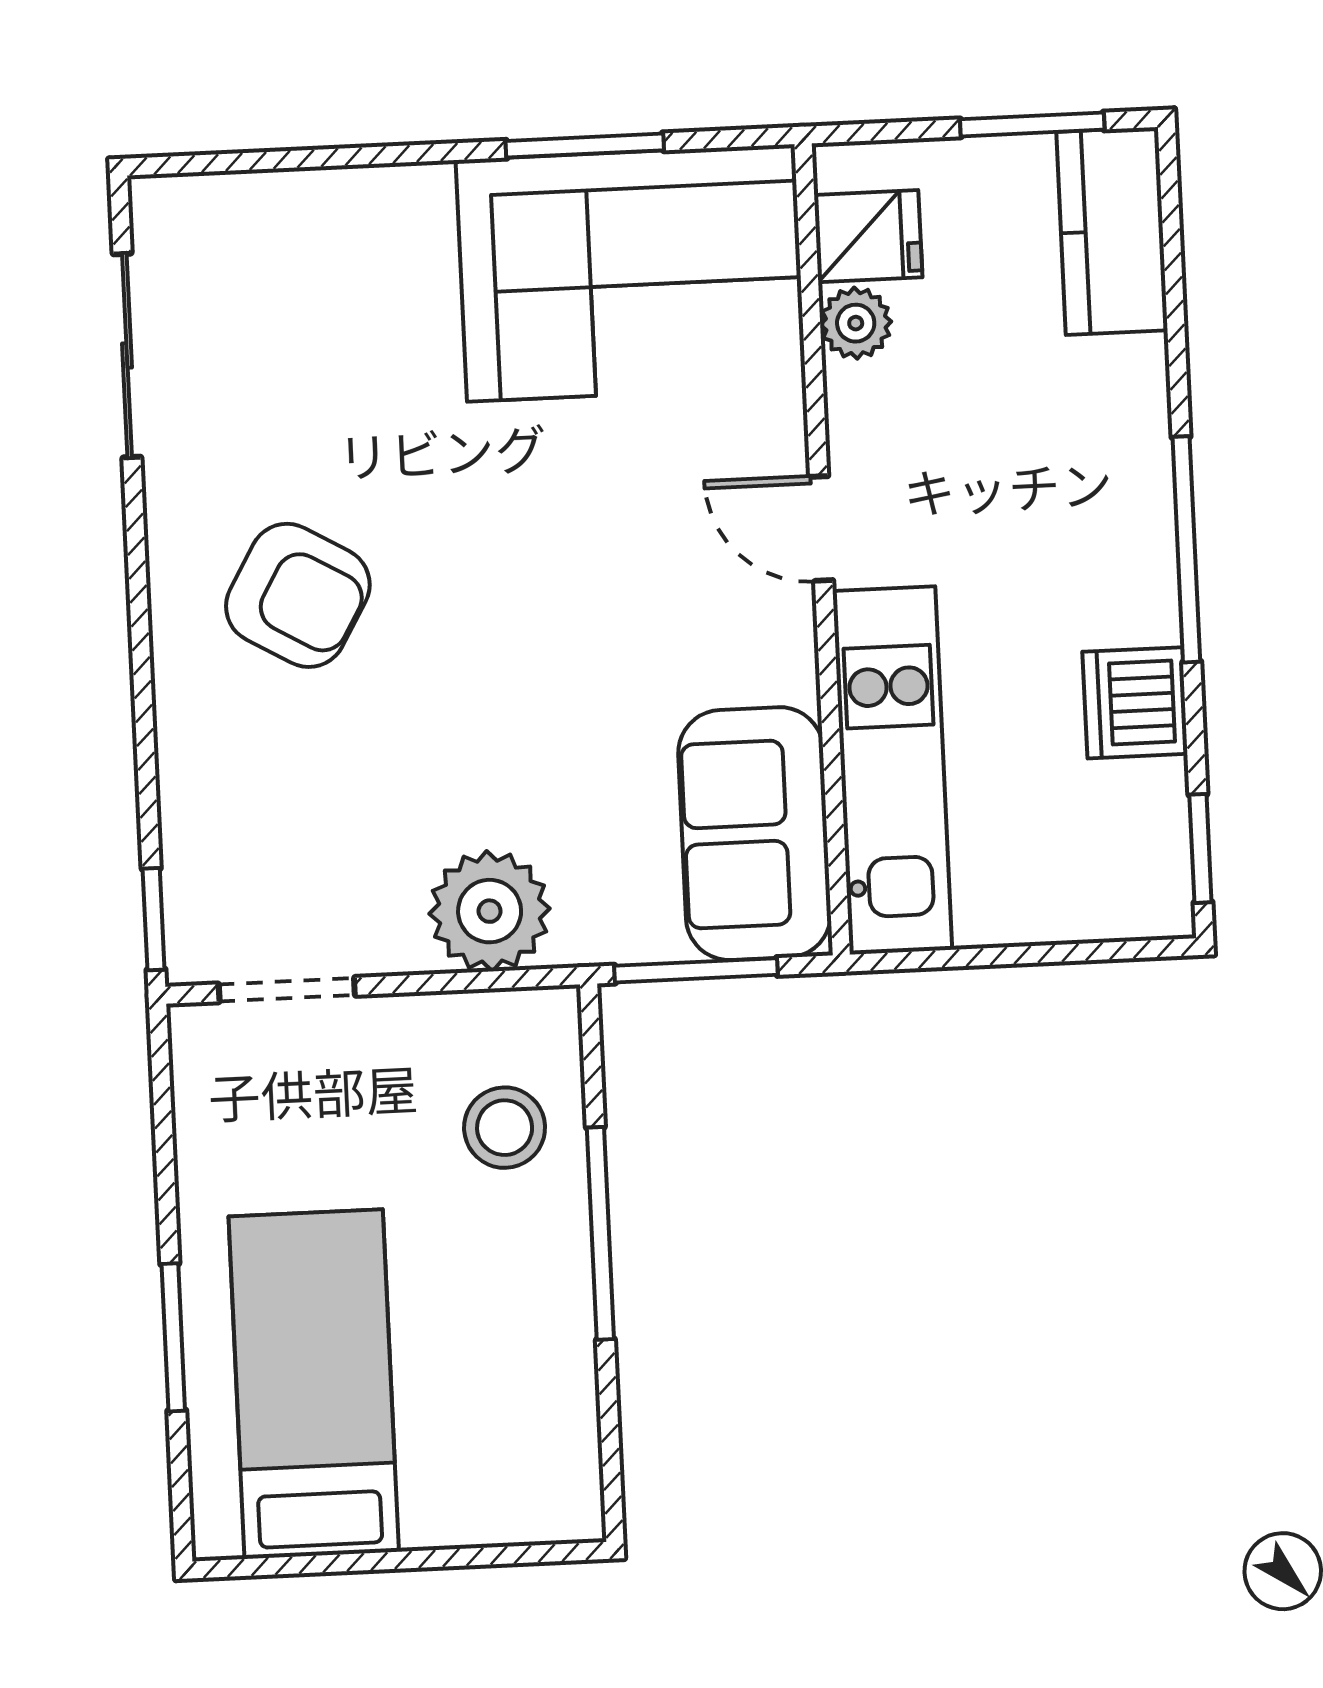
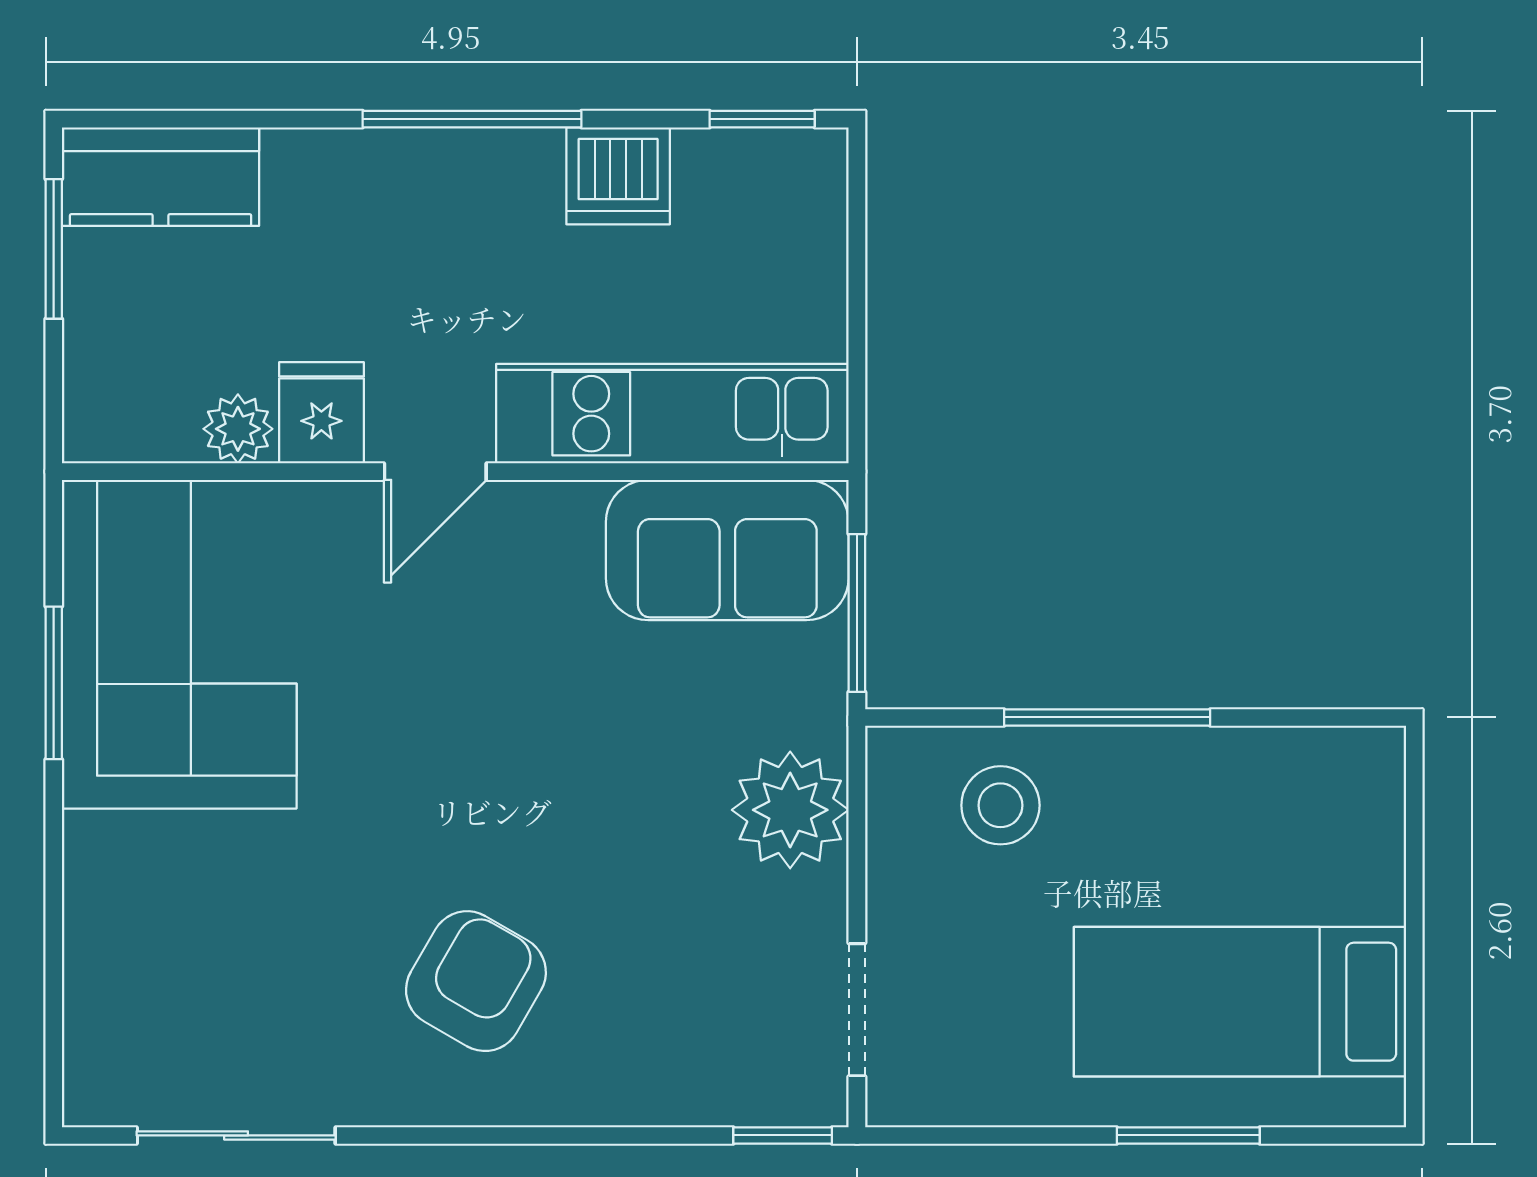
fridge: (868, 236) -> (321, 413), moved

